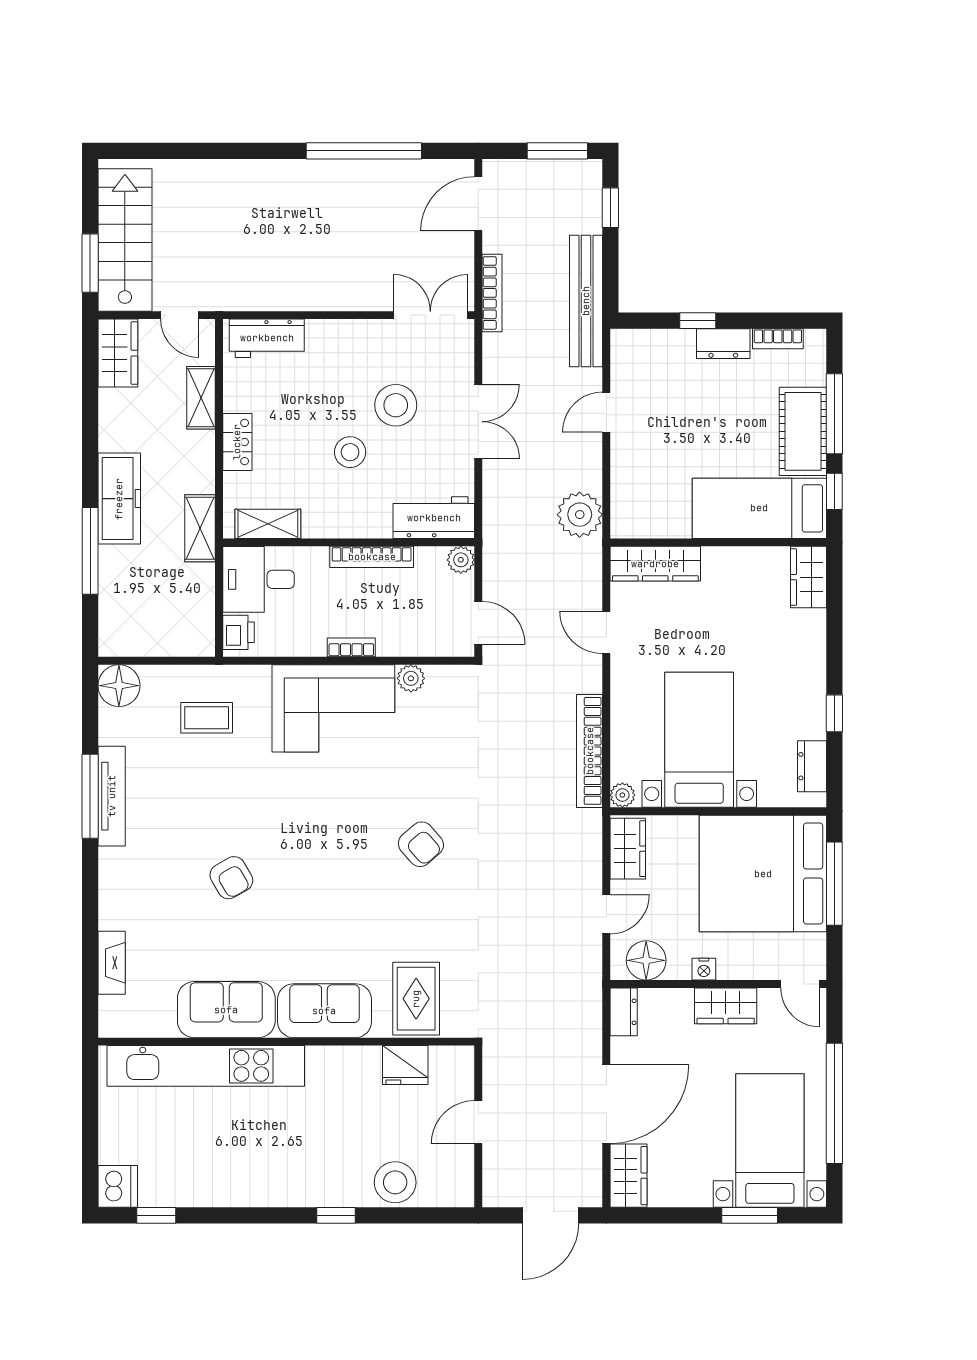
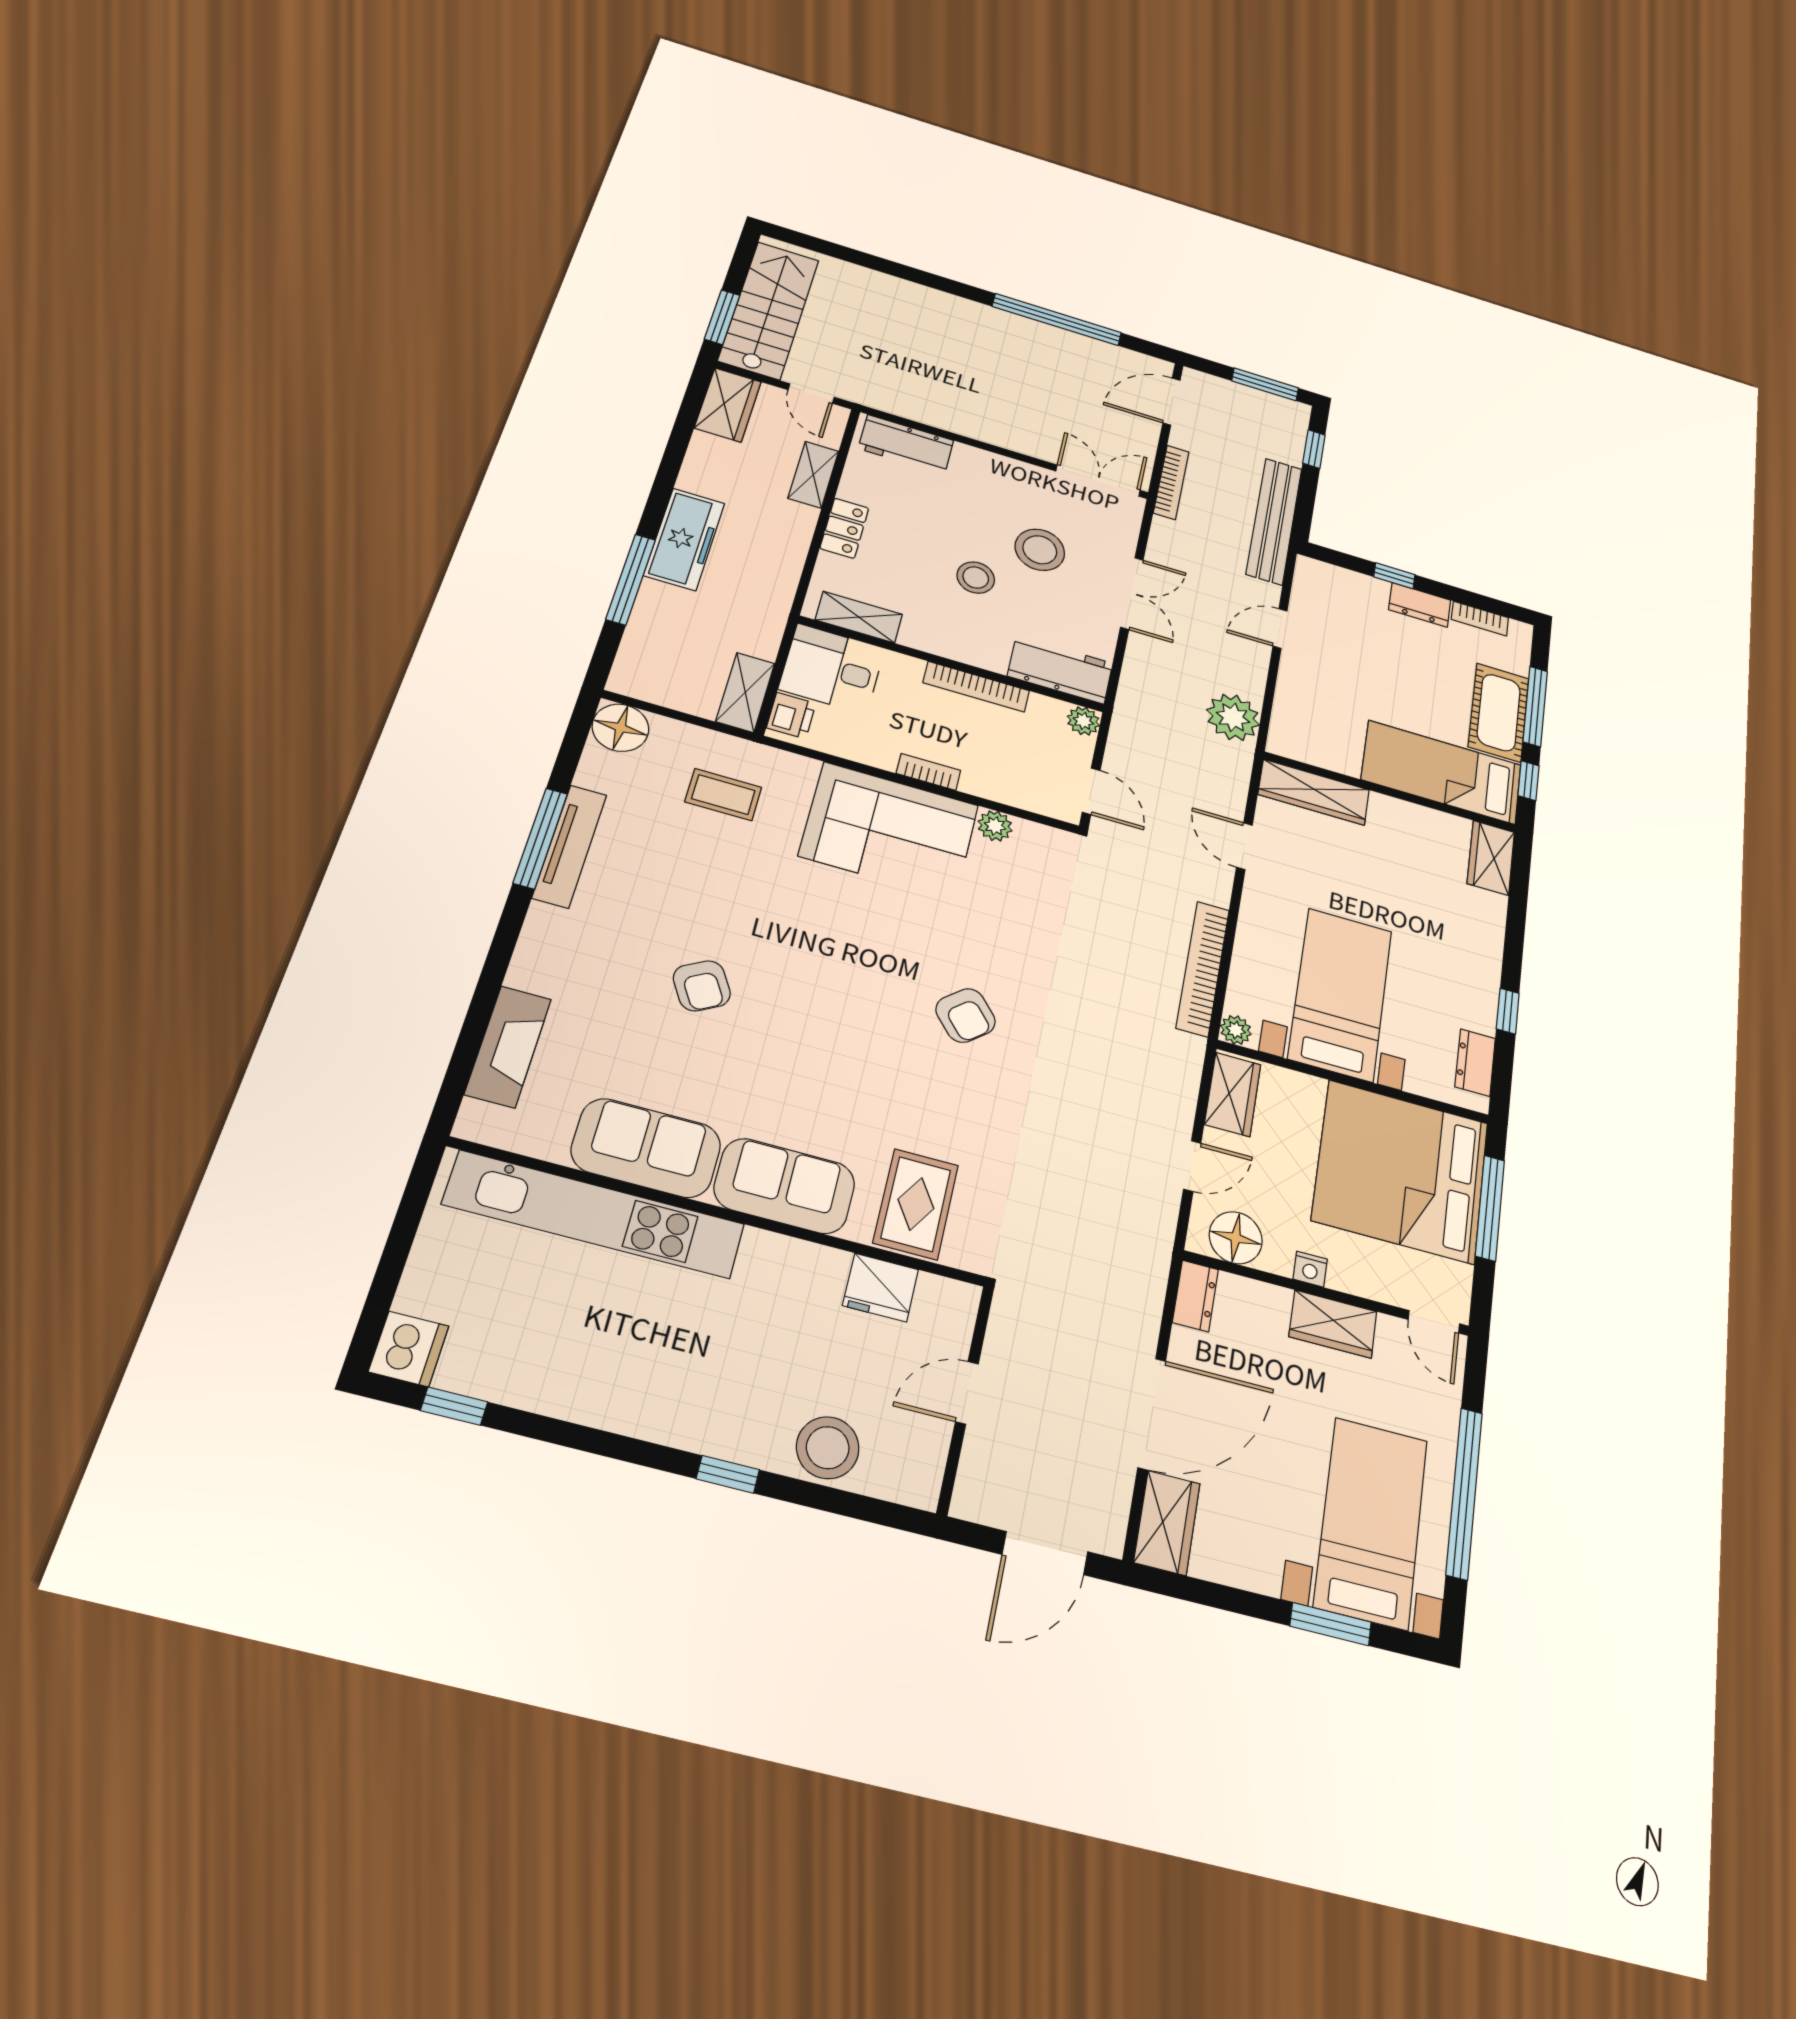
shelving: (200, 528) -> (745, 692), moved
fireplace: (112, 963) -> (508, 1046), width x1.37, depth x1.32

